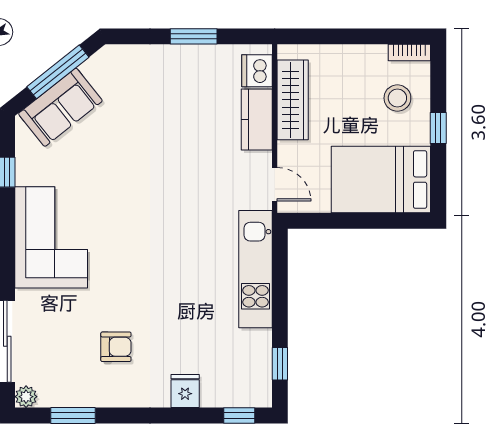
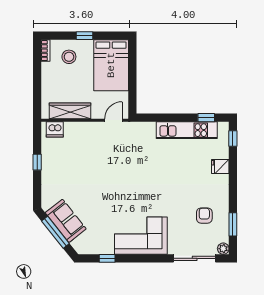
window: (194, 36) -> (37, 162), width x0.67
sofa: (60, 107) -> (66, 221), moved
kitchen counter: (257, 120) -> (80, 129), removed
kitchen unit: (255, 269) -> (187, 130), moved
armchair: (116, 347) -> (204, 216), moved

